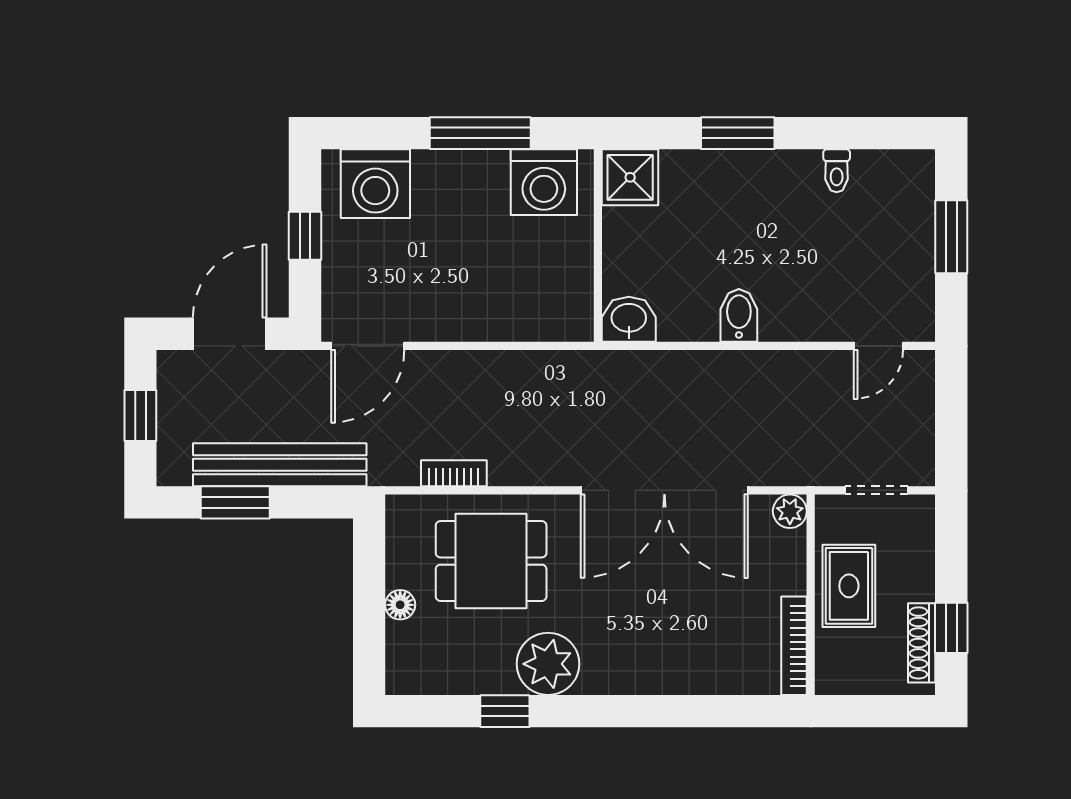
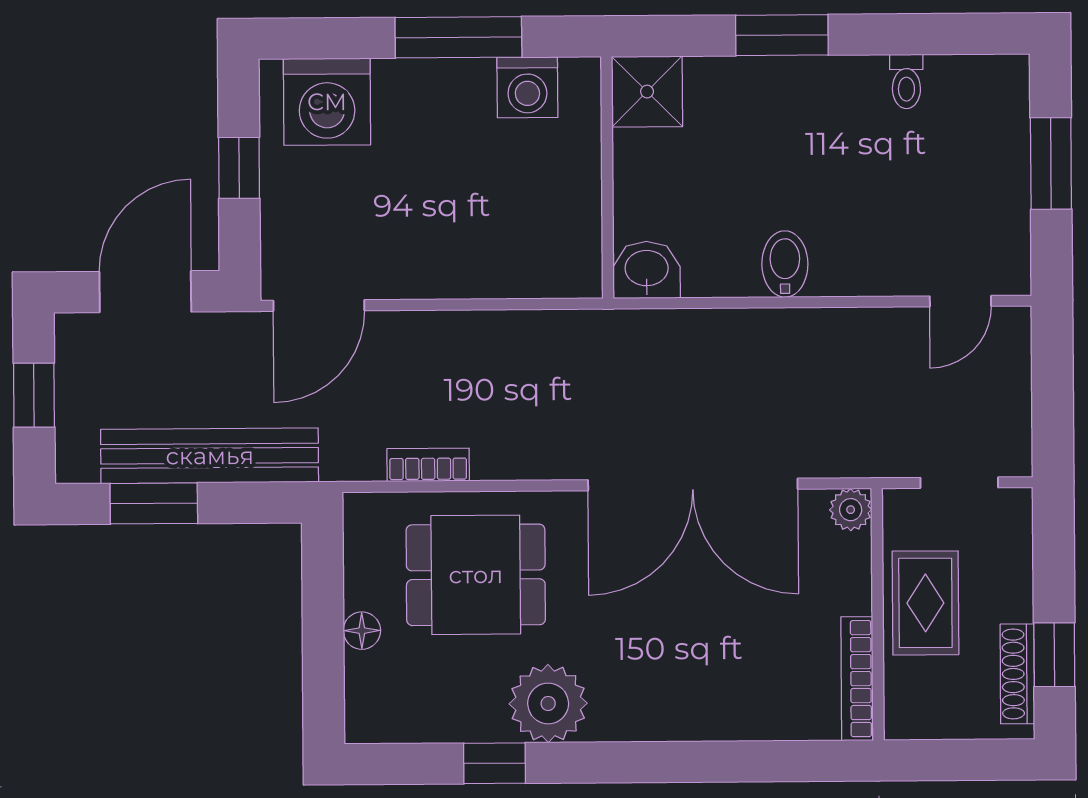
washing machine: (544, 182) -> (527, 87), width x0.73, depth x0.73

